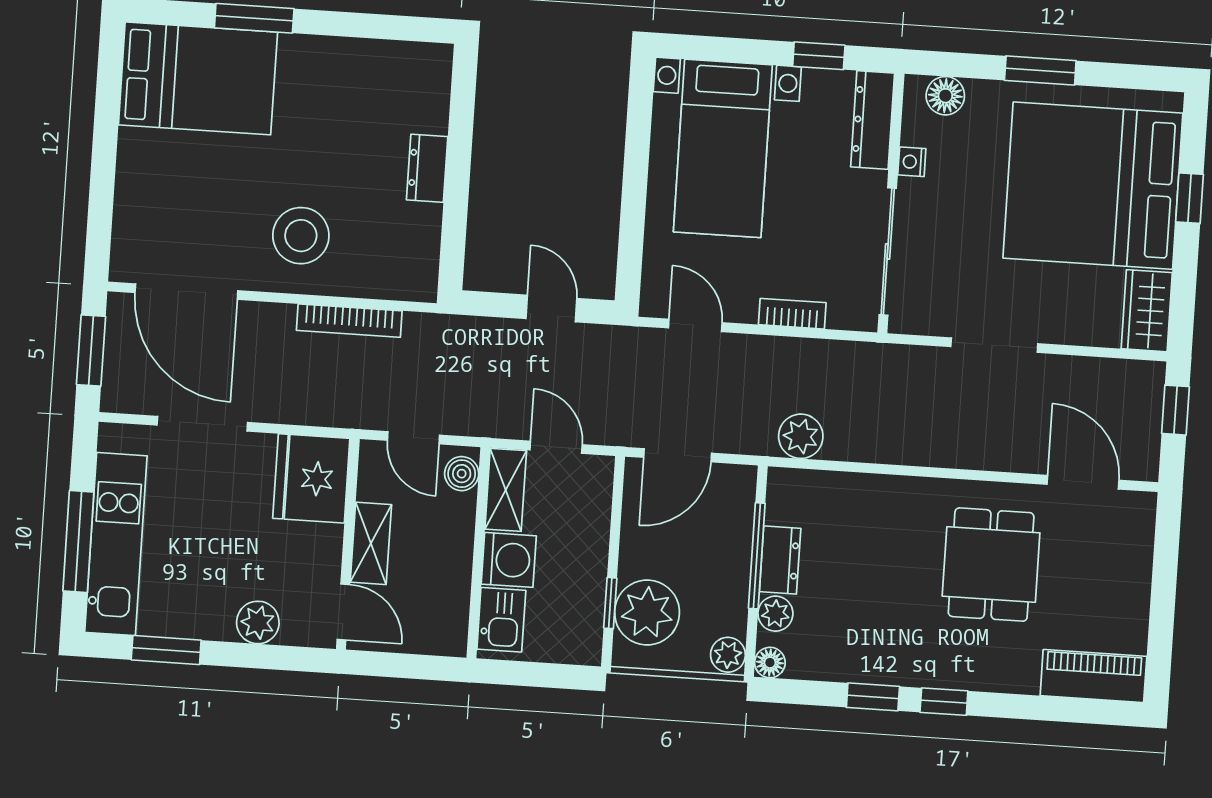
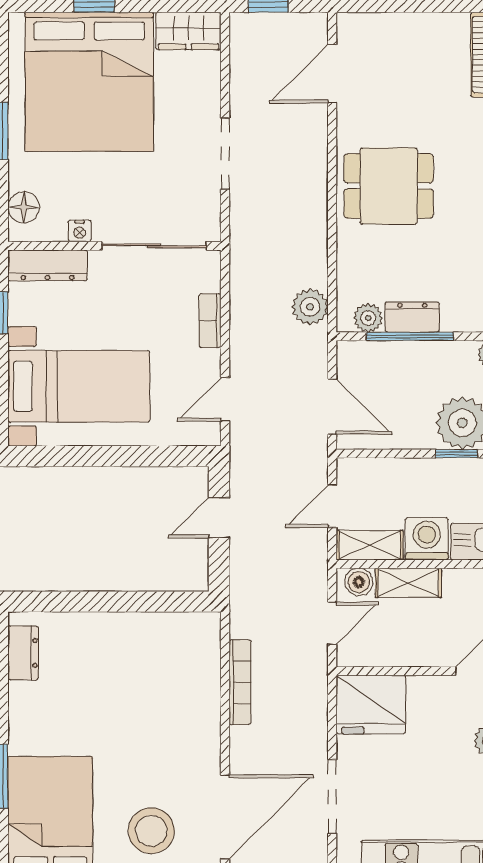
dresser: (427, 168) -> (23, 653), moved, turned -90
stool: (301, 236) -> (151, 831), moved
shelving: (371, 543) -> (408, 583), moved
dining table: (991, 565) -> (389, 186), moved
plant: (775, 614) -> (368, 318), moved

